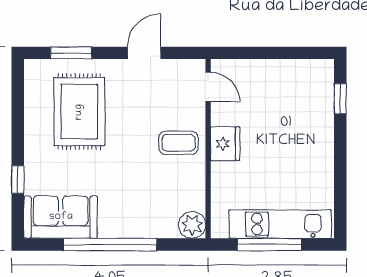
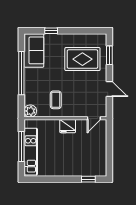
coffee table: (179, 143) -> (56, 100), moved

